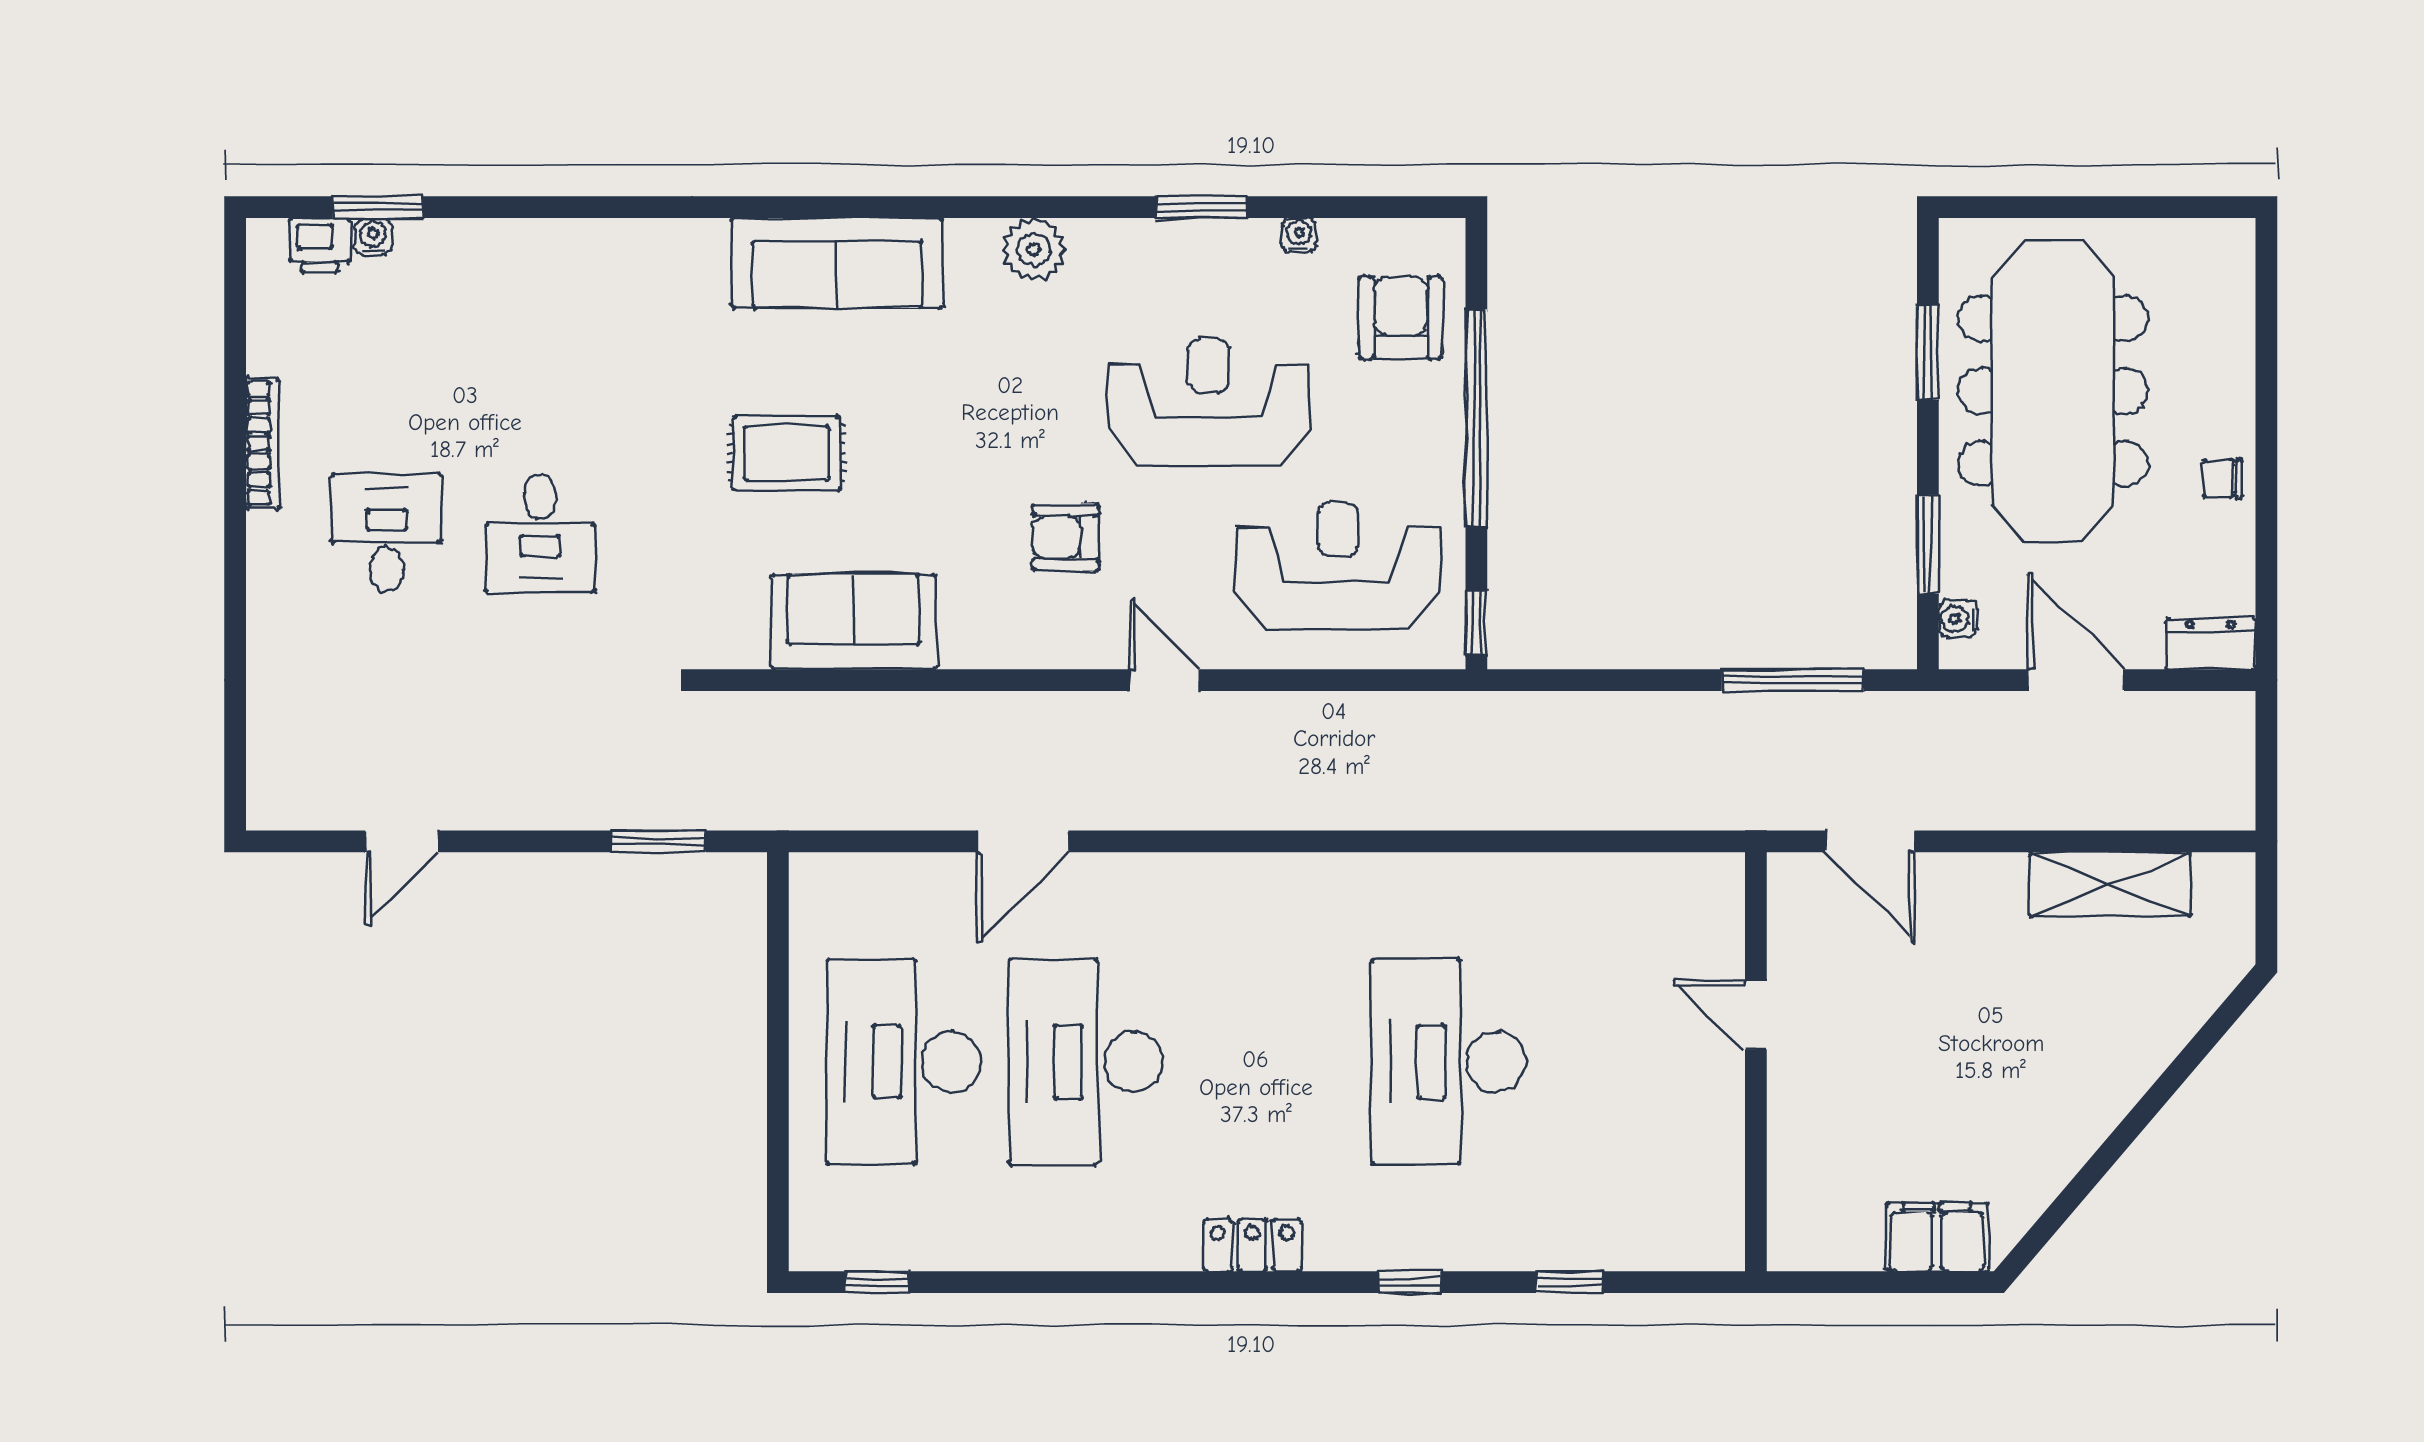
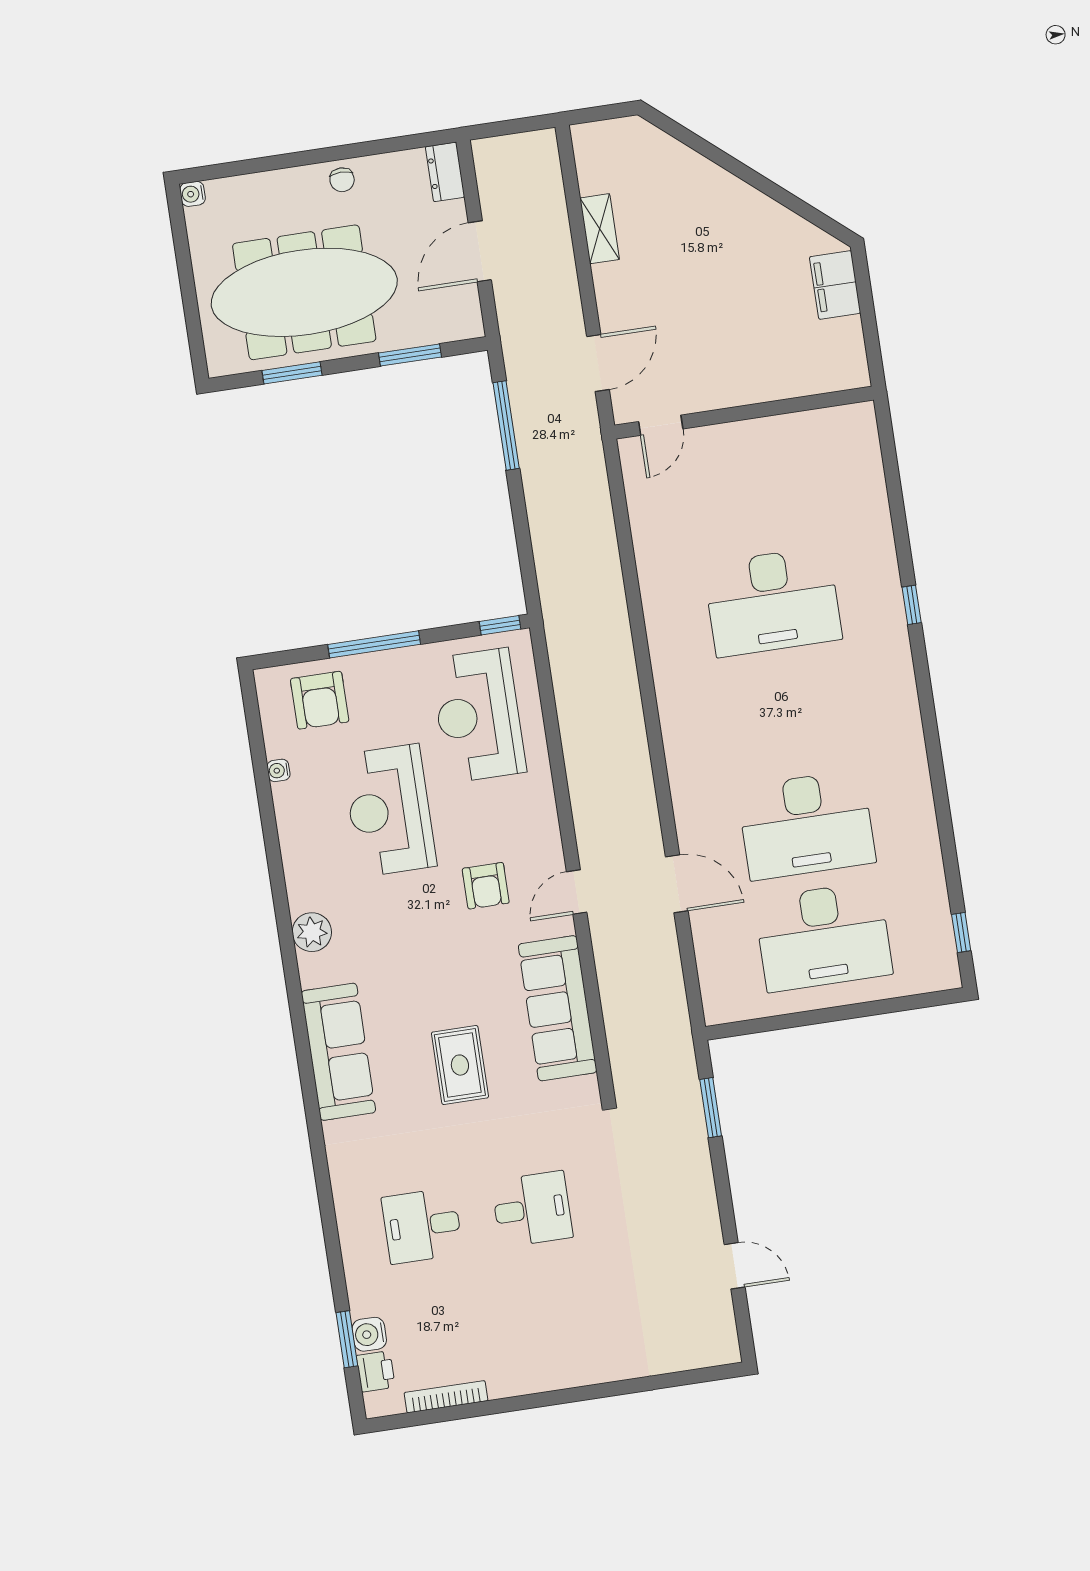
window: (1201, 207) -> (270, 833), removed
water cooler: (373, 237) -> (369, 1334), width x1.38, depth x1.38
armchair: (1401, 318) -> (320, 700), turned -90
window: (1476, 418) -> (374, 644), width x0.68
bookcase: (263, 443) -> (446, 1397), moved
desk: (387, 533) -> (422, 1226), moved
water cooler: (1958, 619) -> (193, 194), moved, turned 90
sofa: (854, 622) -> (558, 1008), width x1.36
door: (1165, 680) -> (577, 892), moved
shelving: (2110, 884) -> (600, 229), width x0.67, depth x0.75
door: (1756, 1015) -> (661, 425), moved
locker: (1252, 1245) -> (904, 705), removed
window: (1570, 1282) -> (897, 507), removed

